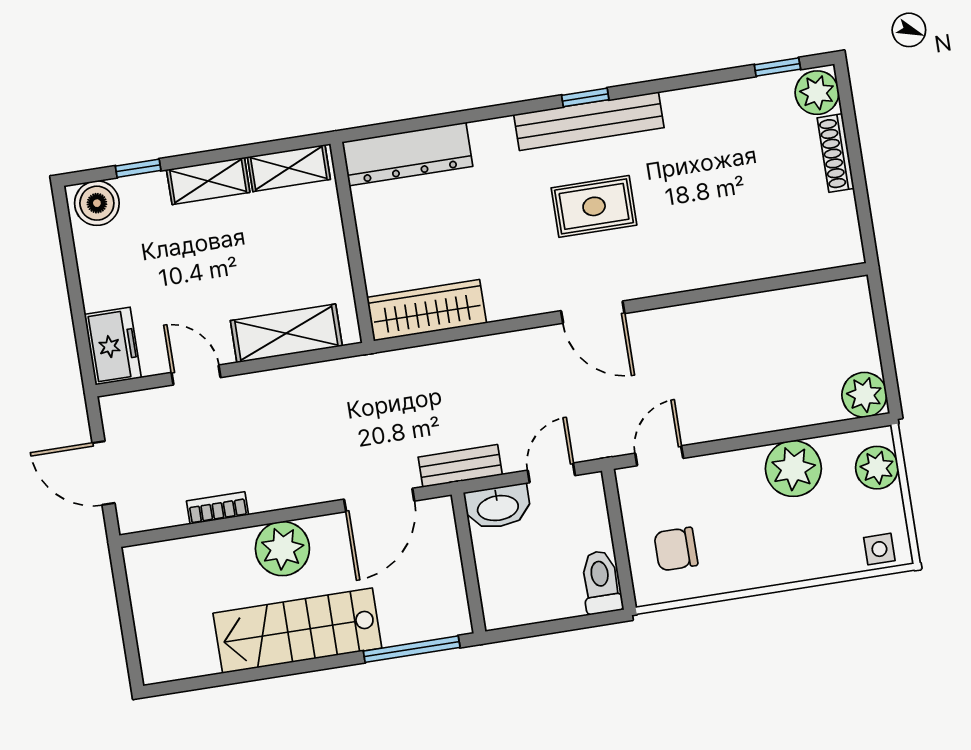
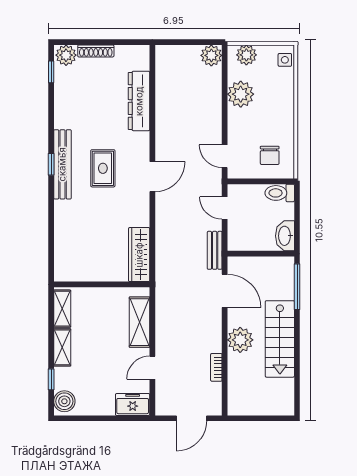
dresser: (407, 154) -> (139, 101), moved, turned 180
washbasin: (498, 507) -> (285, 236), moved, turned 180

